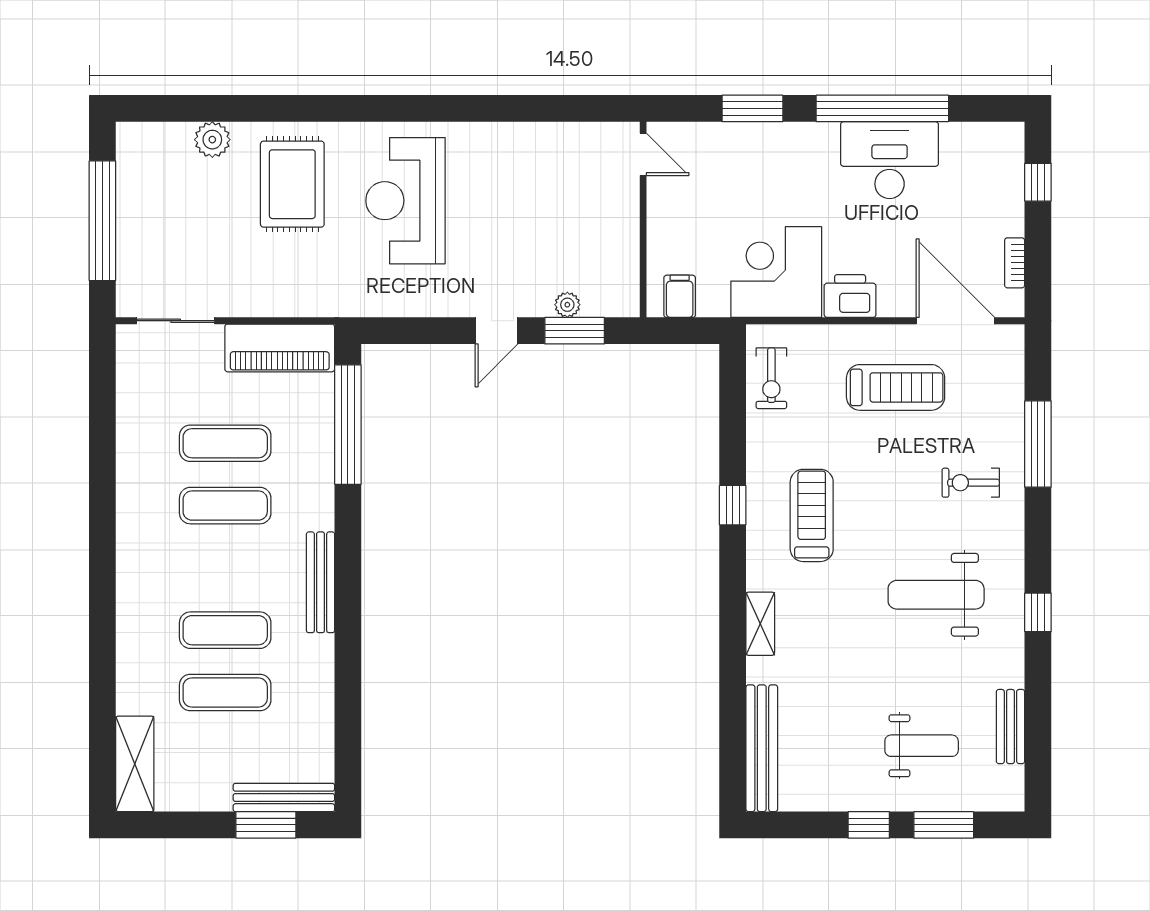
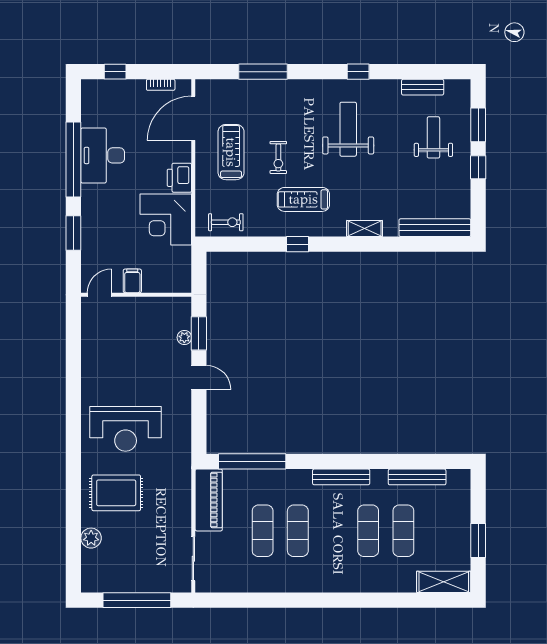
filing cabinet: (680, 296) -> (132, 281), moved, turned 90
exercise bike: (971, 483) -> (278, 157), moved
weight bench: (936, 595) -> (348, 129), turned 180
bench: (284, 797) -> (417, 477), moved, turned 90
window: (266, 825) -> (478, 540), moved

